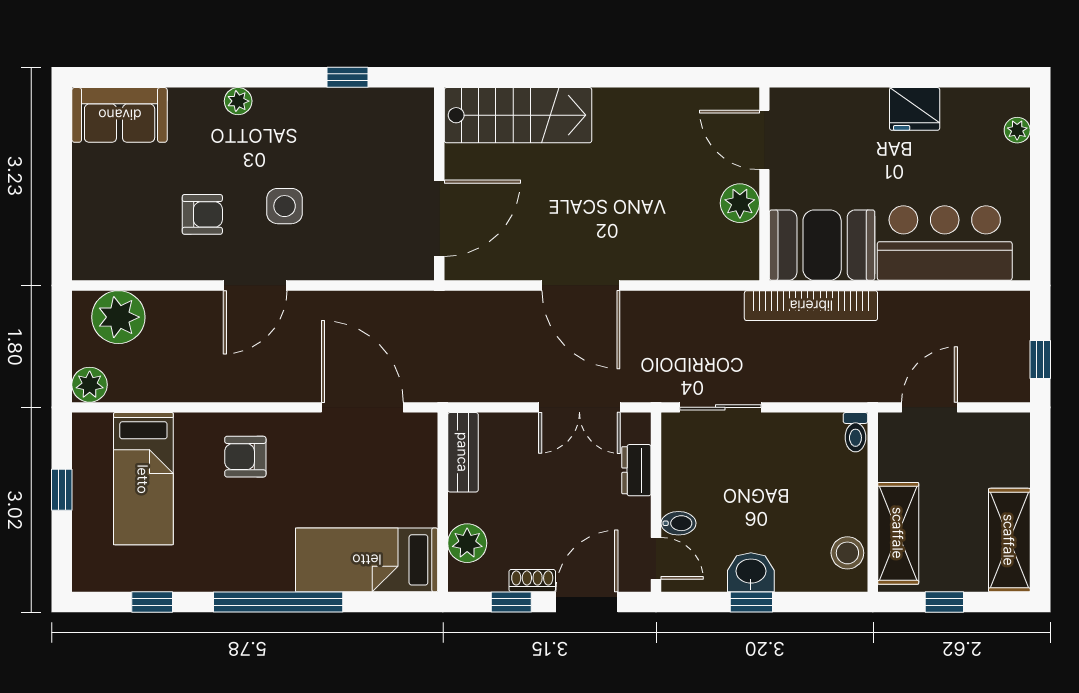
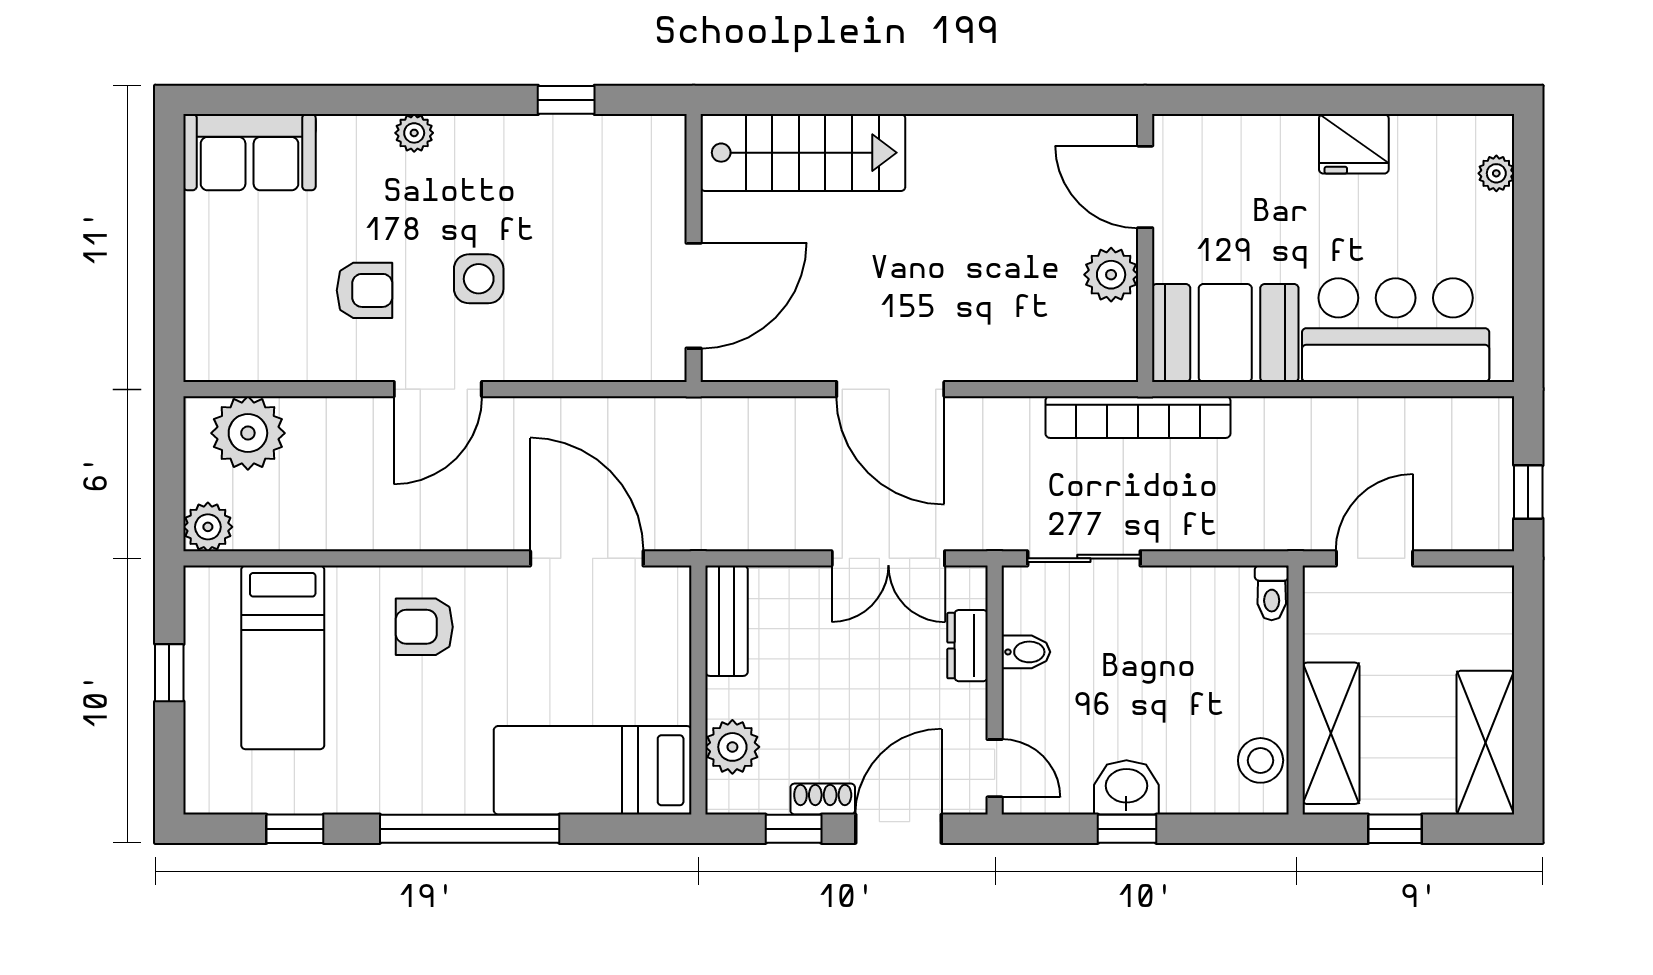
bookcase: (811, 306) -> (1138, 417), moved
bidet: (679, 523) -> (1026, 652), moved

